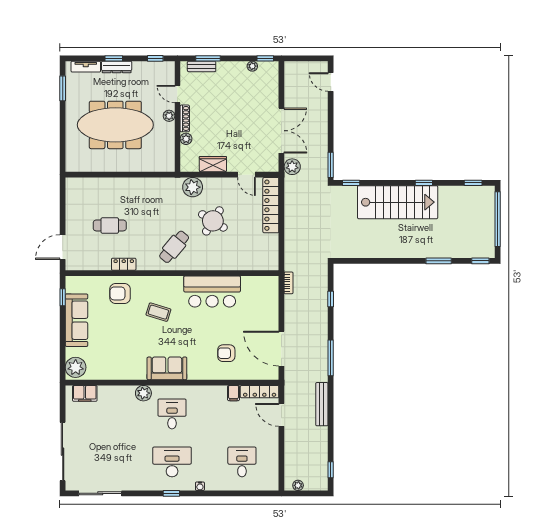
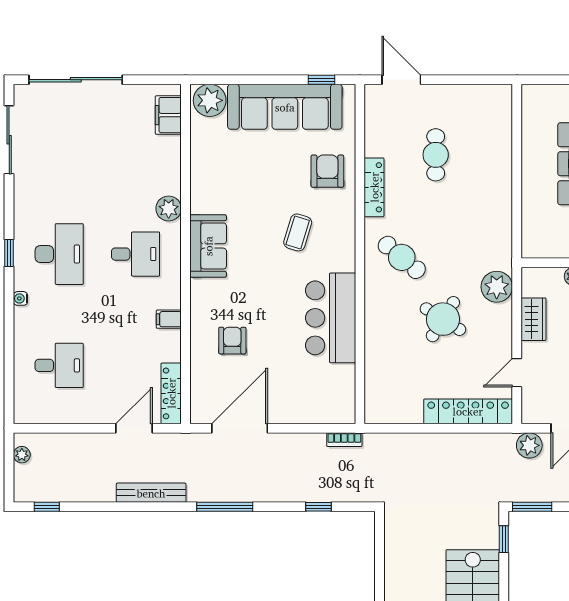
locker: (124, 264) -> (374, 187), width x1.53
sofa: (77, 320) -> (285, 107), width x1.36, depth x1.27
filing cabinet: (233, 393) -> (169, 319), moved

